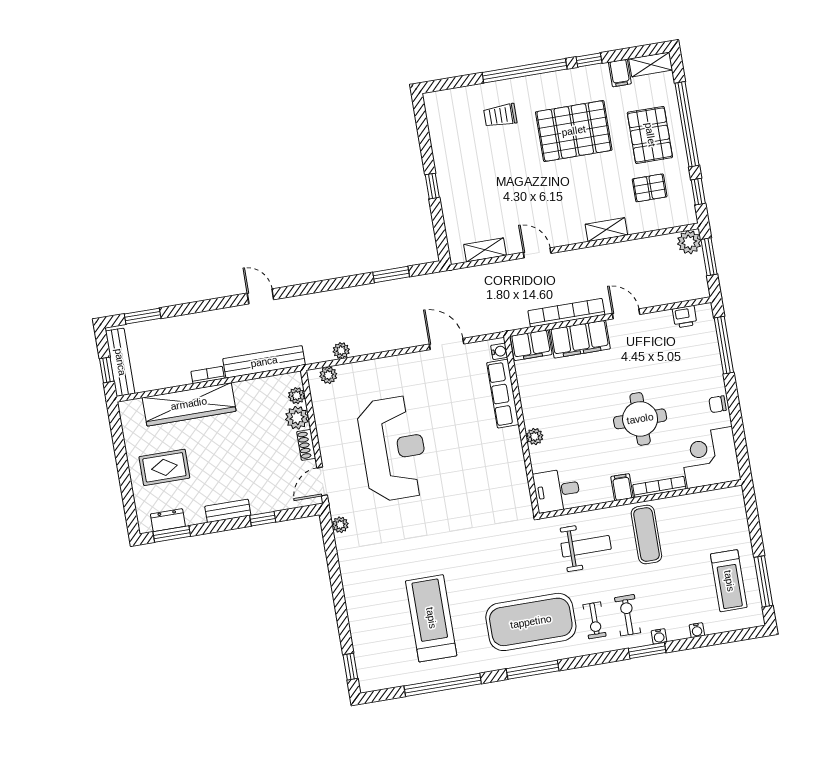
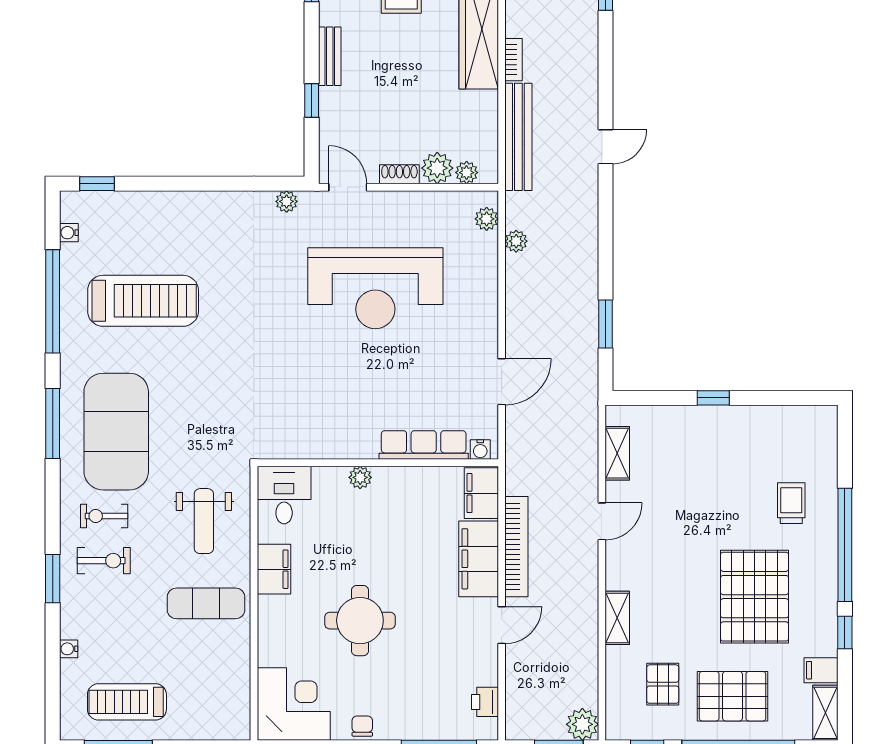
filing cabinet: (622, 487) -> (274, 569), width x2.00
bookcase: (659, 487) -> (266, 631), removed
water cooler: (659, 636) -> (69, 233), moved

